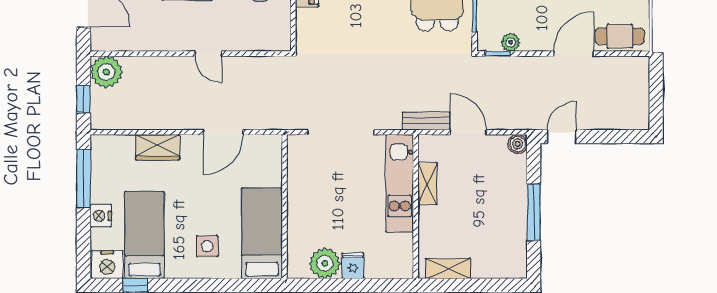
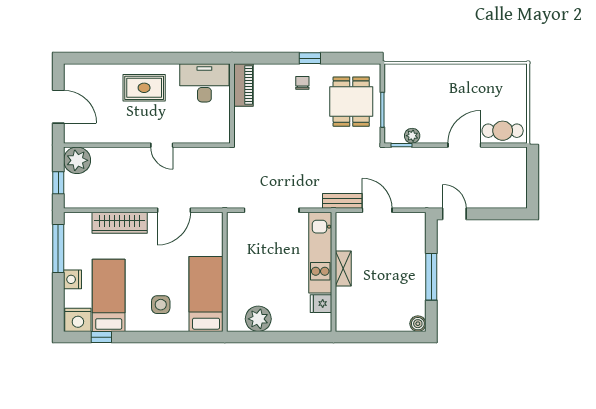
door: (562, 137) -> (454, 214), hinge flipped
boiler: (518, 144) -> (418, 324), moved
wardrobe: (158, 147) -> (120, 223), width x1.50
shelving: (427, 184) -> (343, 269), moved
fridge: (353, 266) -> (321, 304), moved, turned -90
shelving: (448, 268) -> (360, 323), removed

